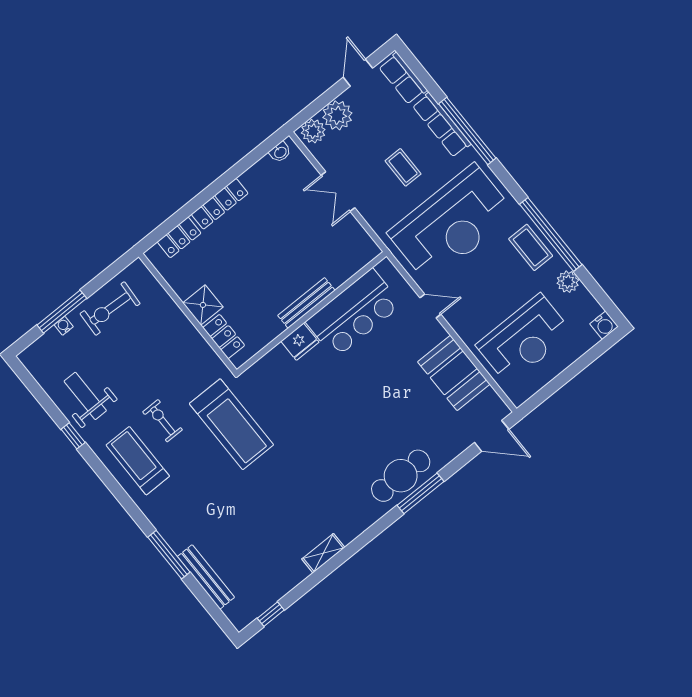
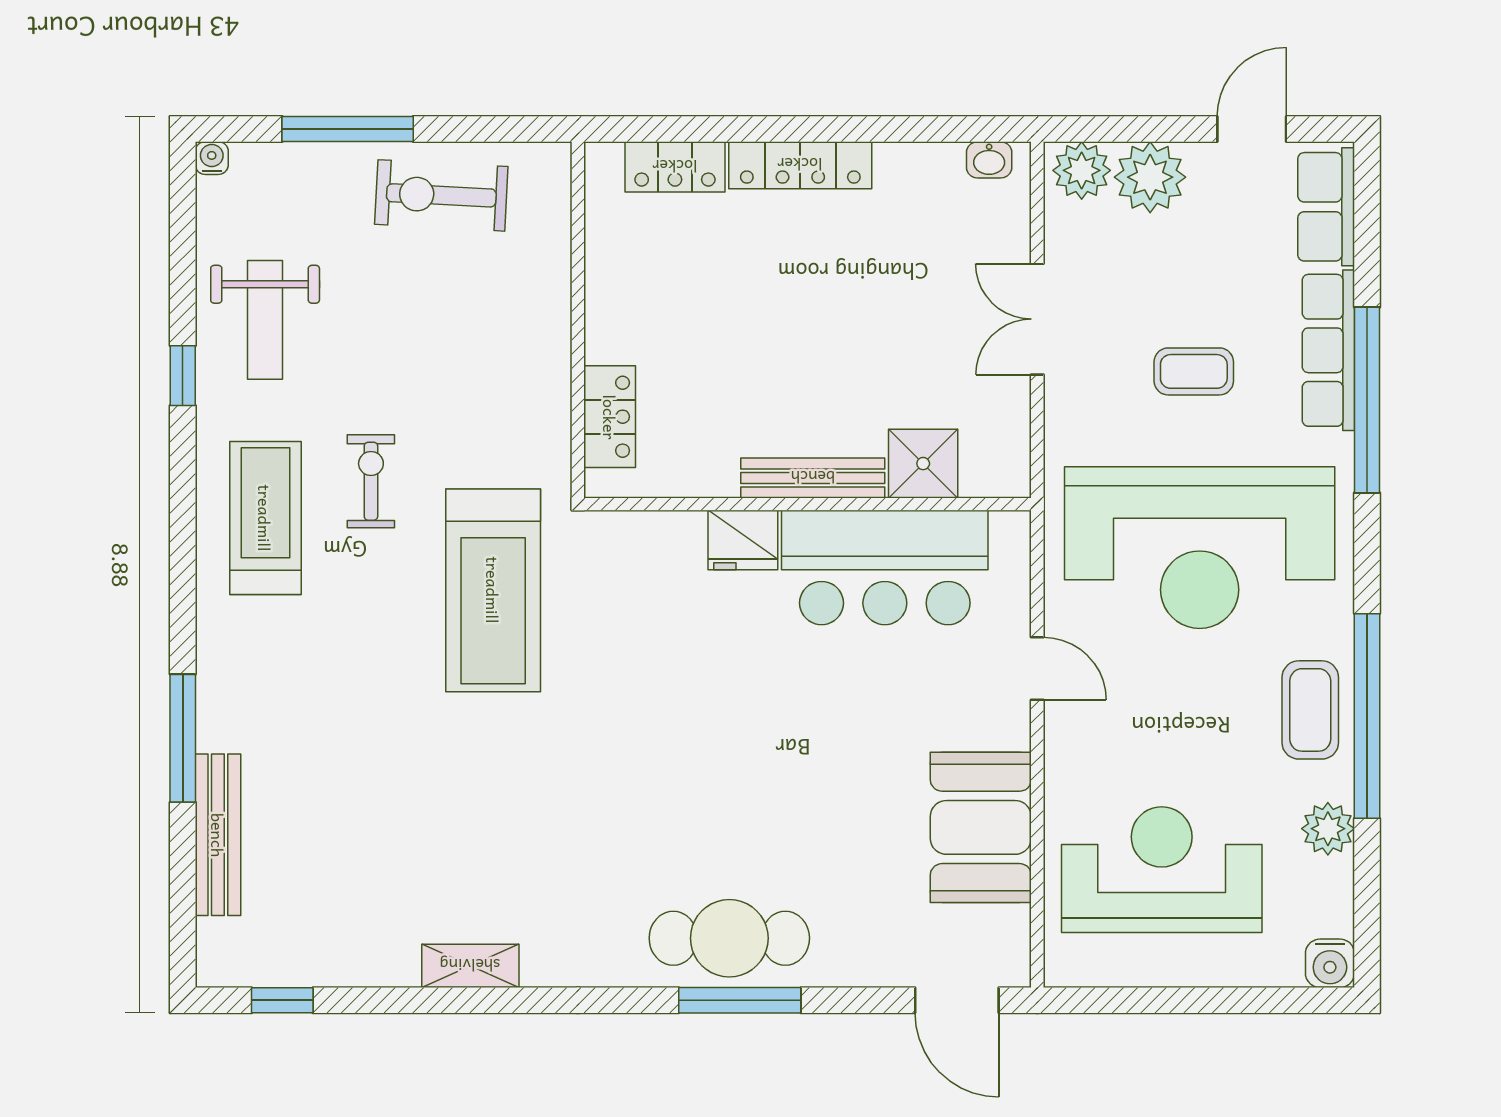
coffee table: (403, 167) -> (1194, 371), turned 90
shower: (203, 305) -> (923, 464), moved
water cooler: (64, 326) -> (212, 158), moved
reception desk: (524, 339) -> (1162, 870), turned 180
weight bench: (85, 396) -> (265, 320), turned 180

